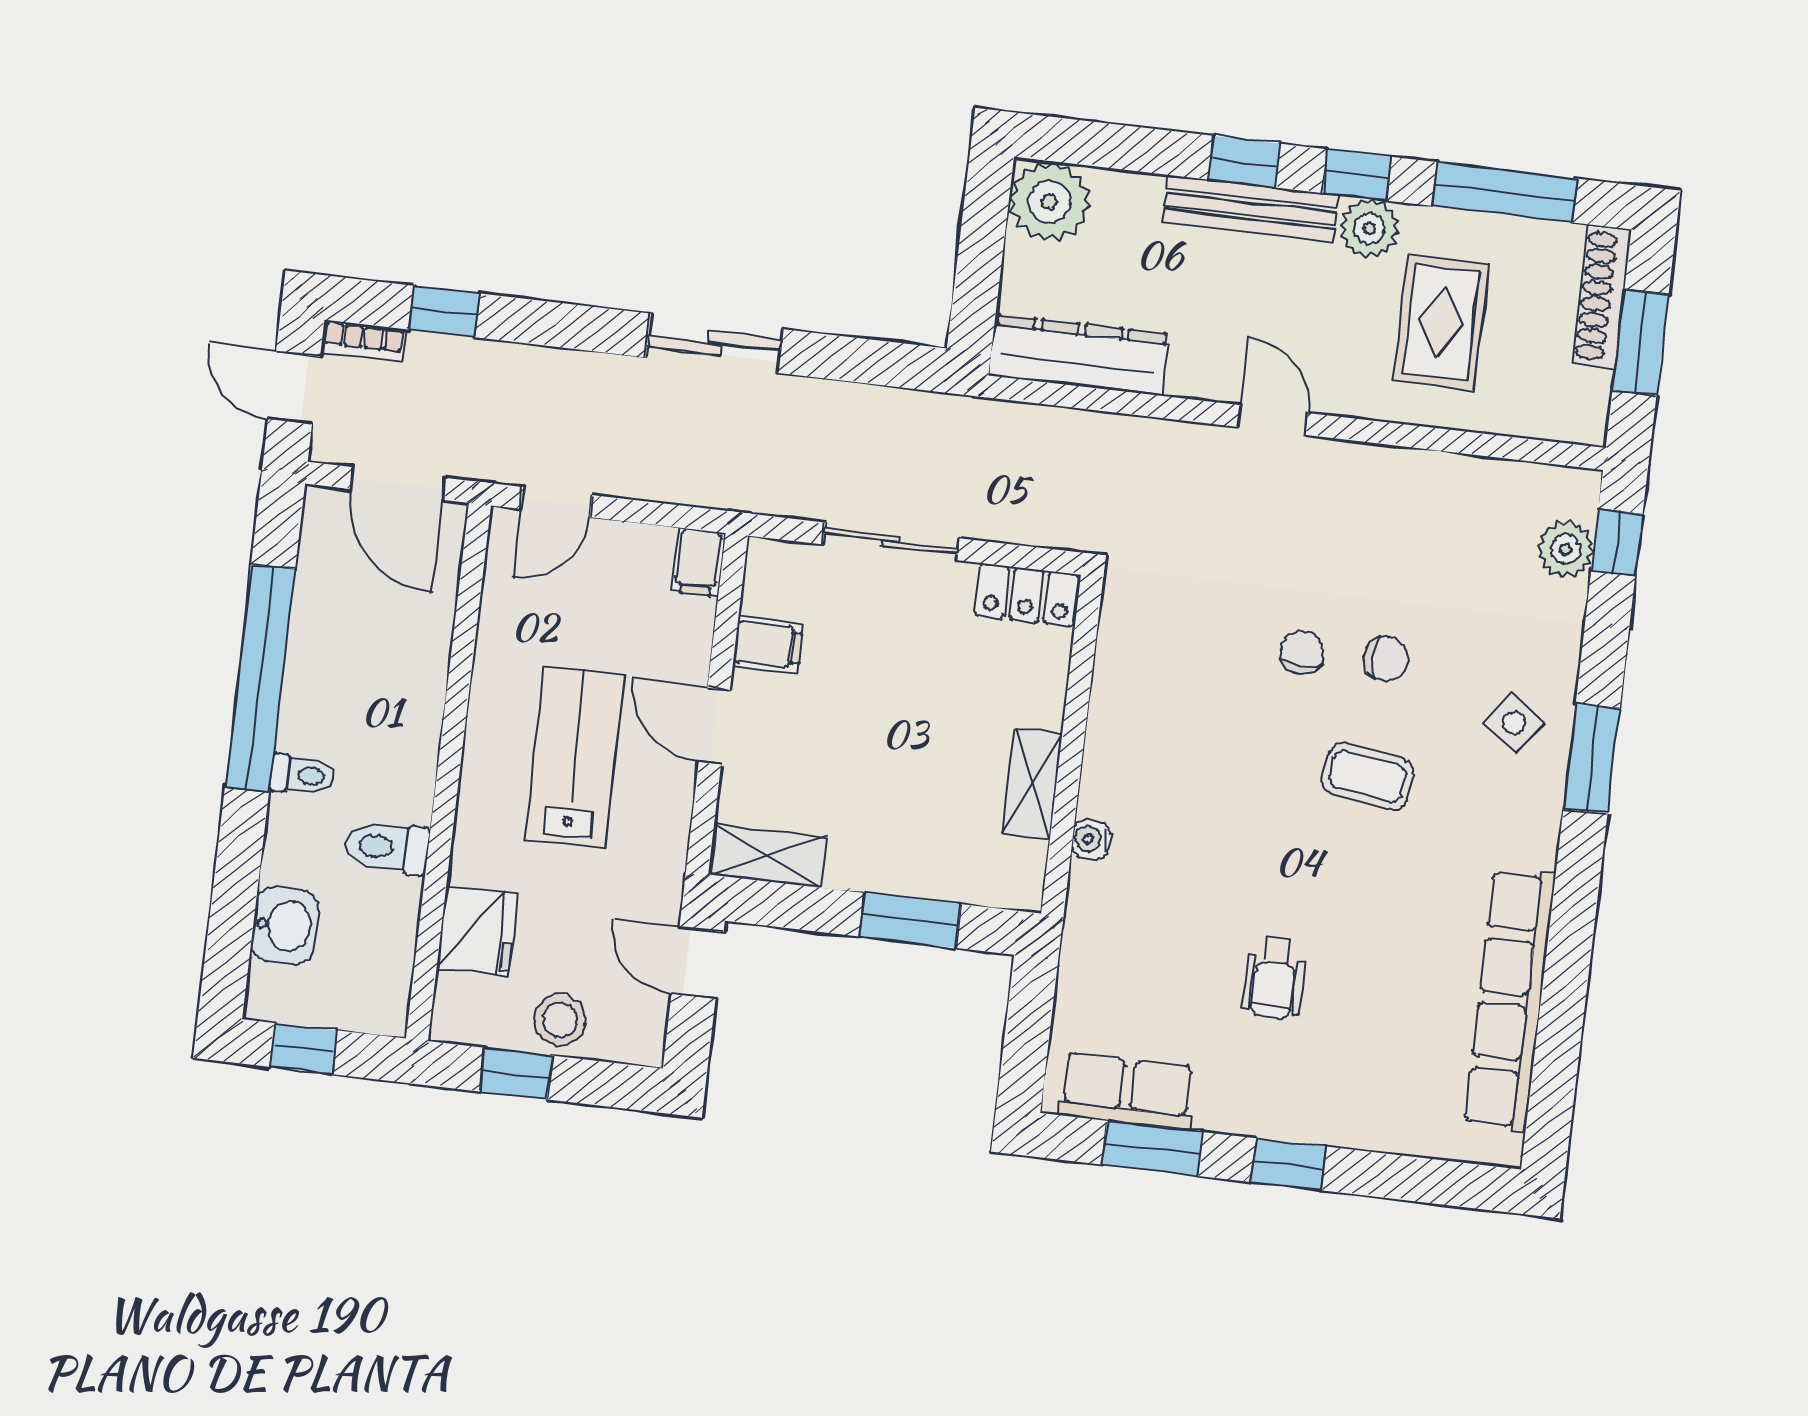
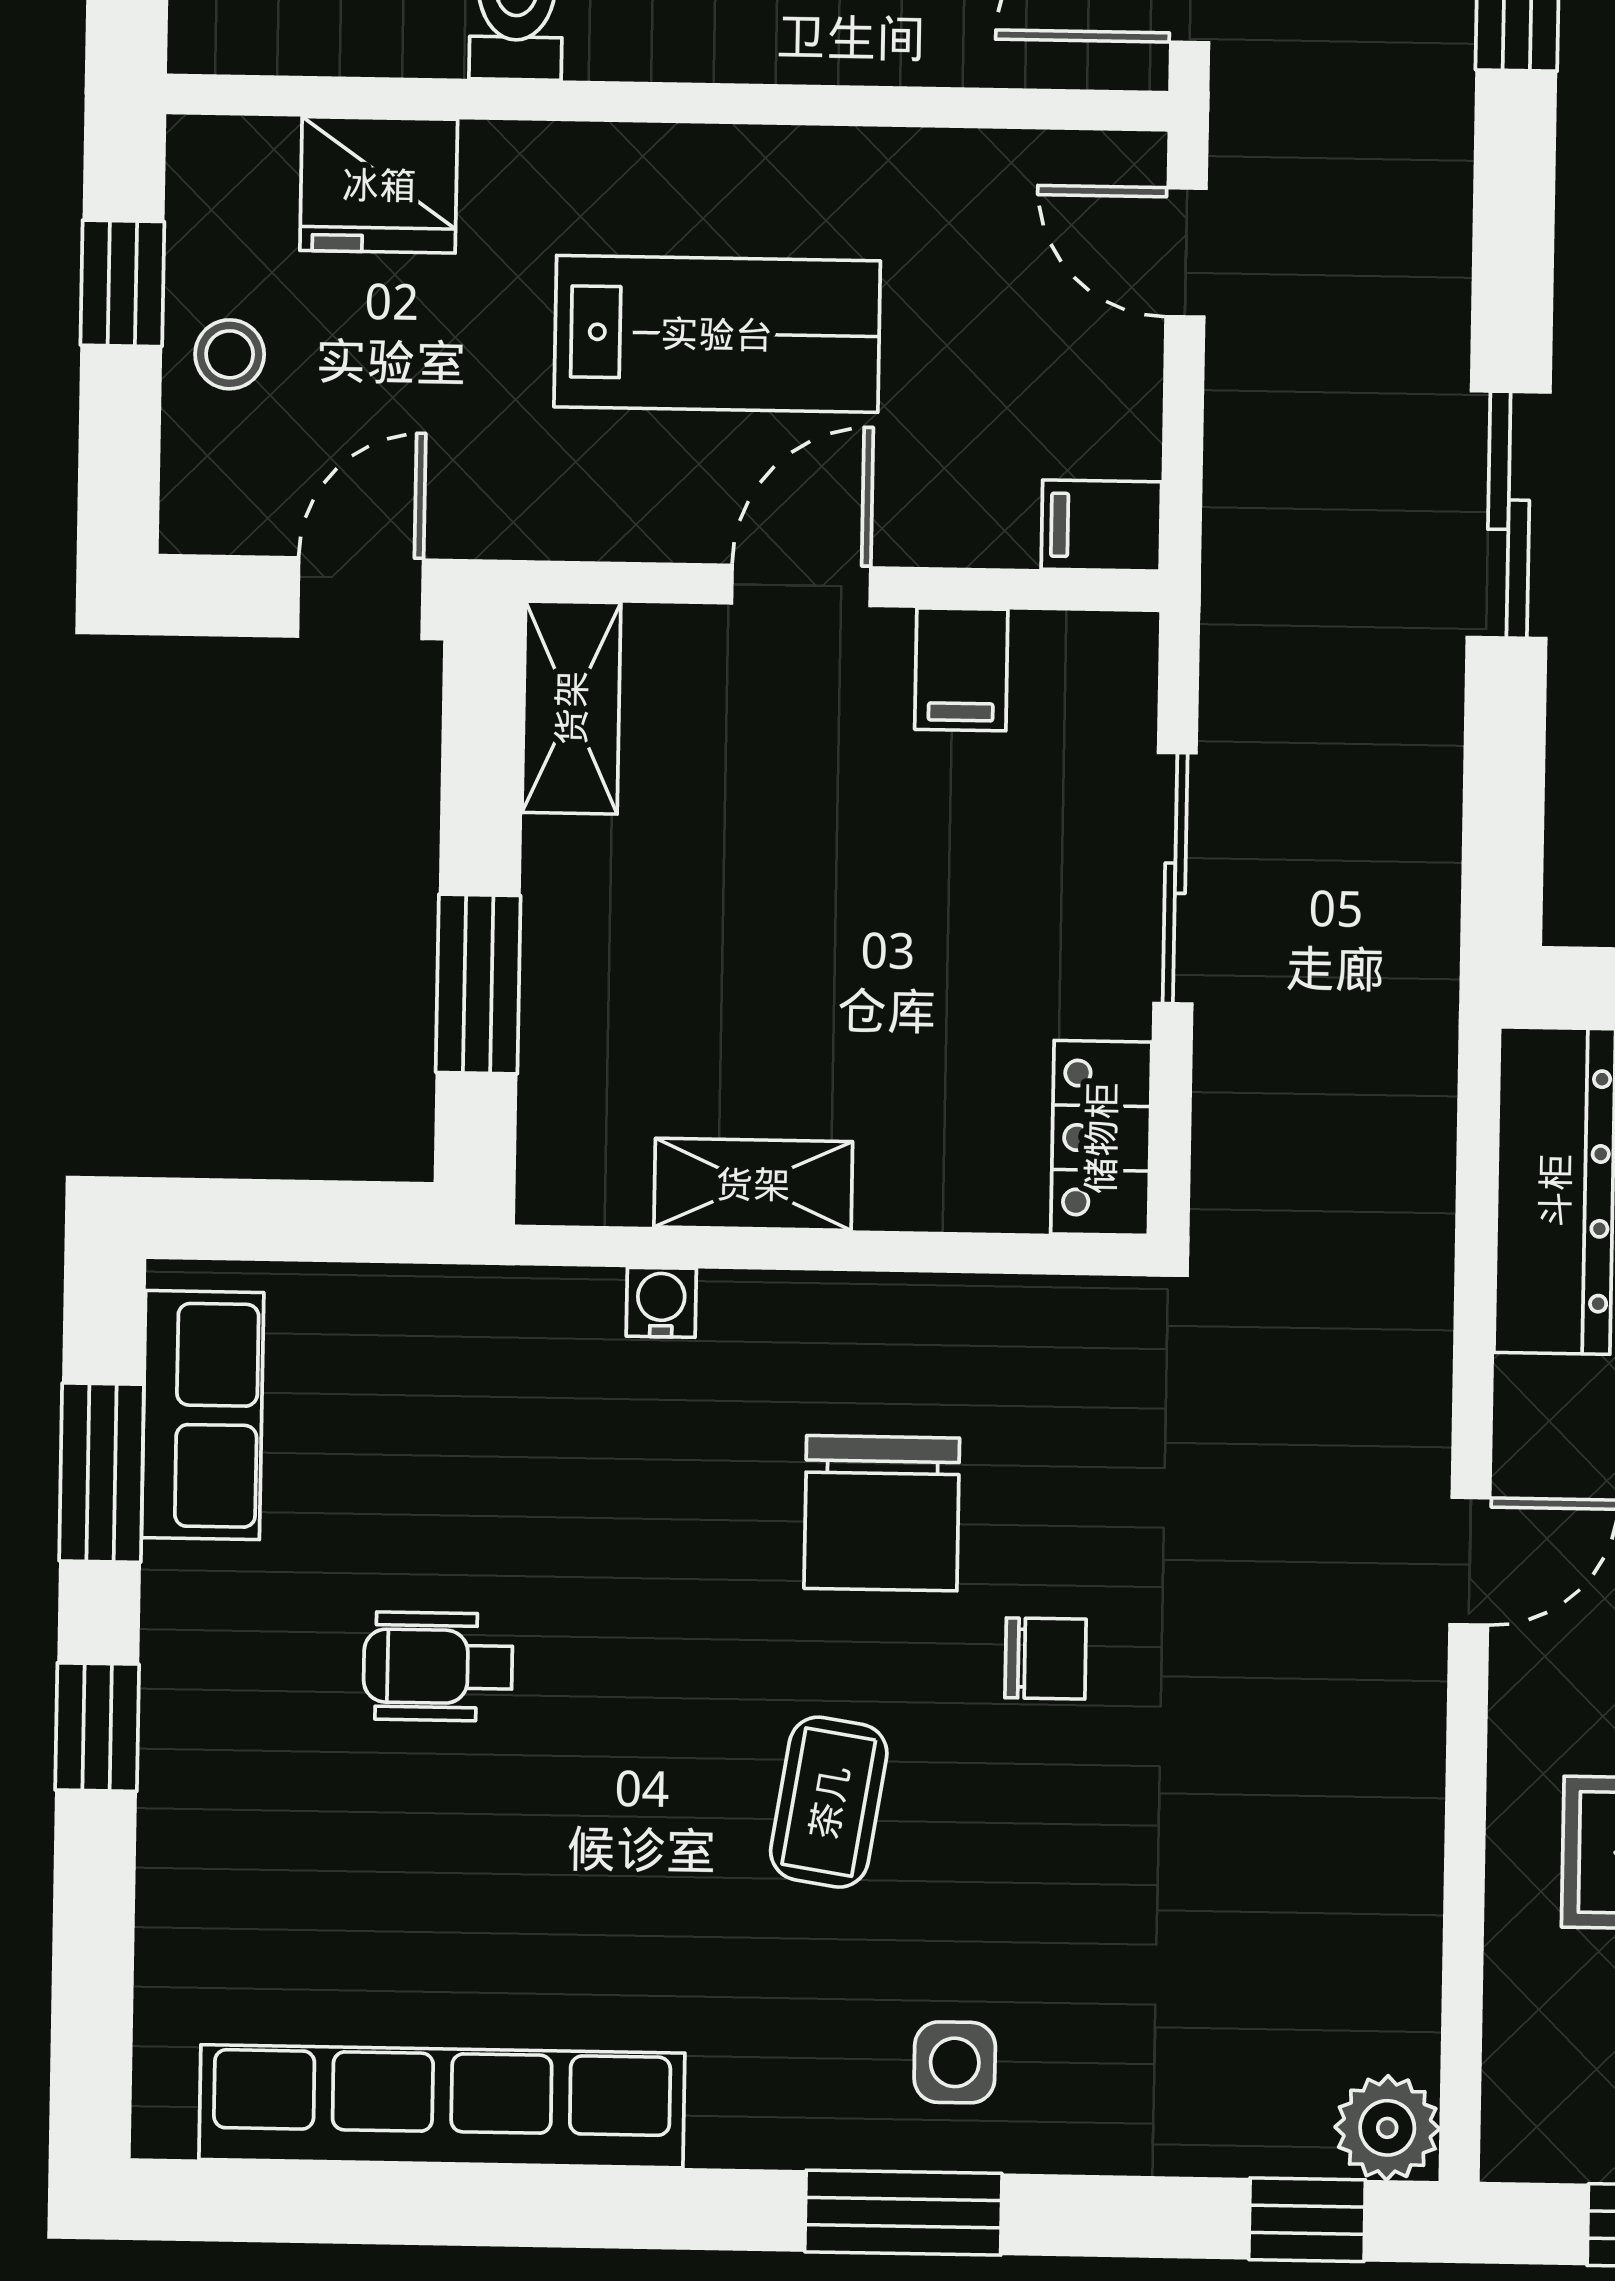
plant: (1566, 549) -> (1387, 2128), moved
chair: (1386, 659) -> (882, 1513), moved, width x1.87, depth x1.87
side table: (1514, 723) -> (955, 2062), turned -36
stool: (560, 1020) -> (230, 354), width x0.73, depth x0.73

